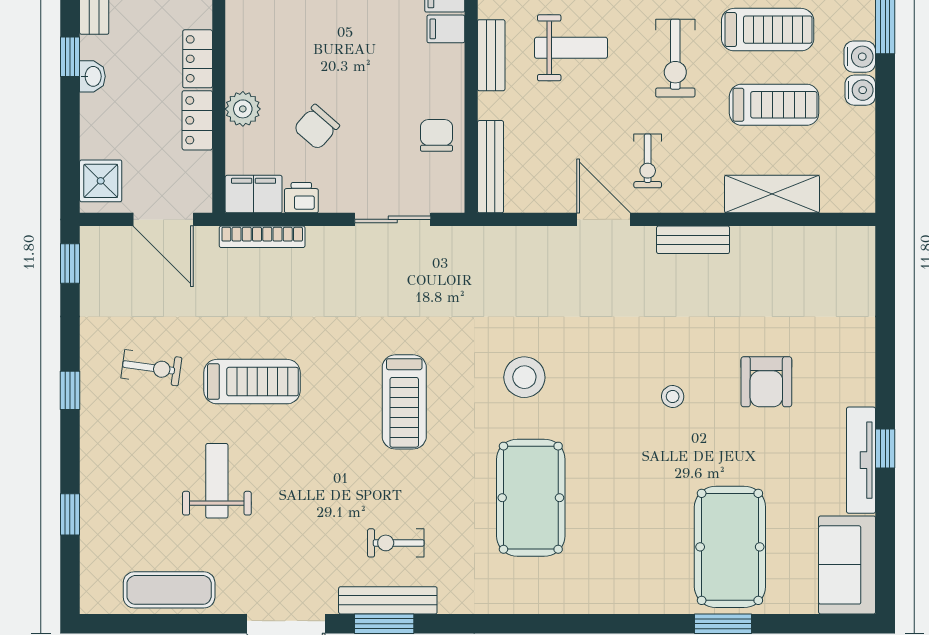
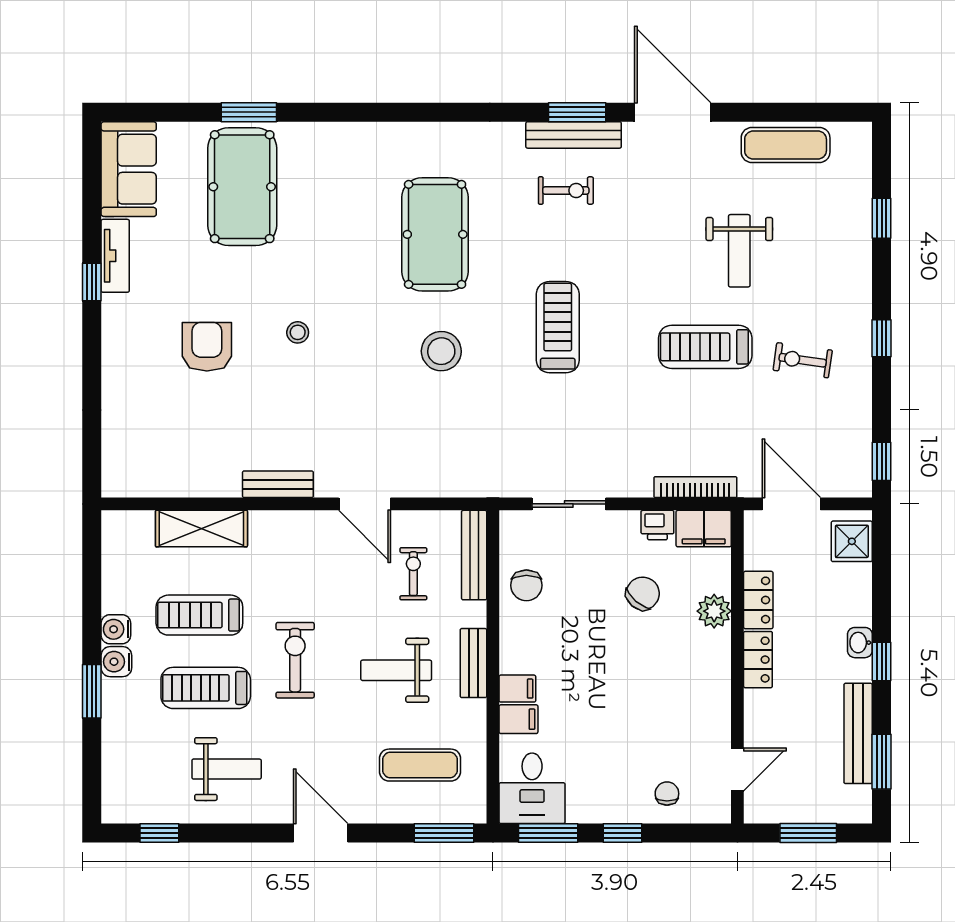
exercise bike: (648, 161) -> (413, 574), moved
tv unit: (861, 460) -> (115, 256), width x0.71

